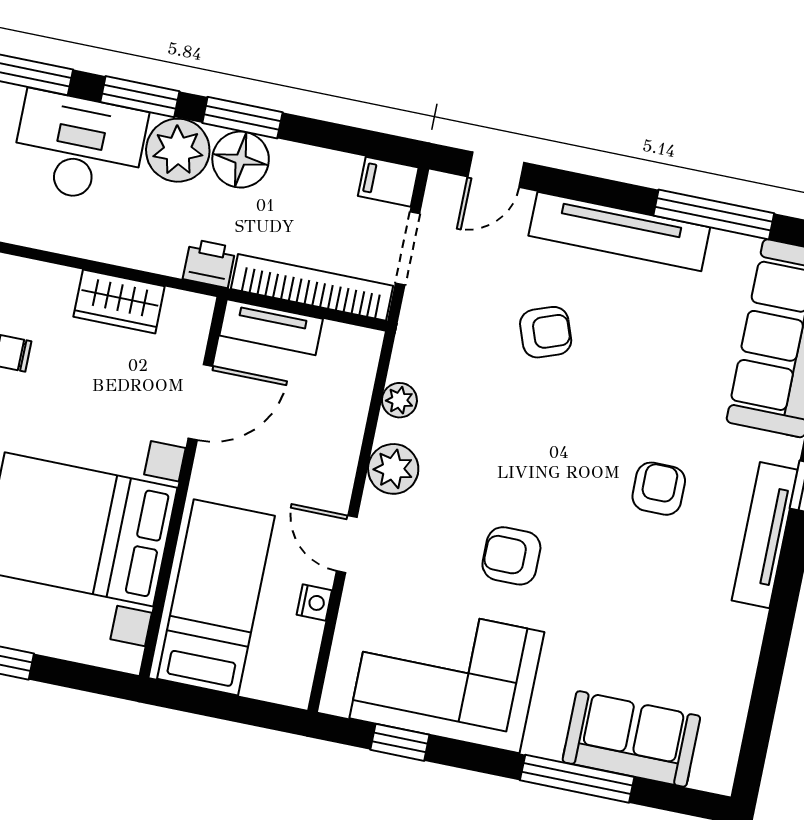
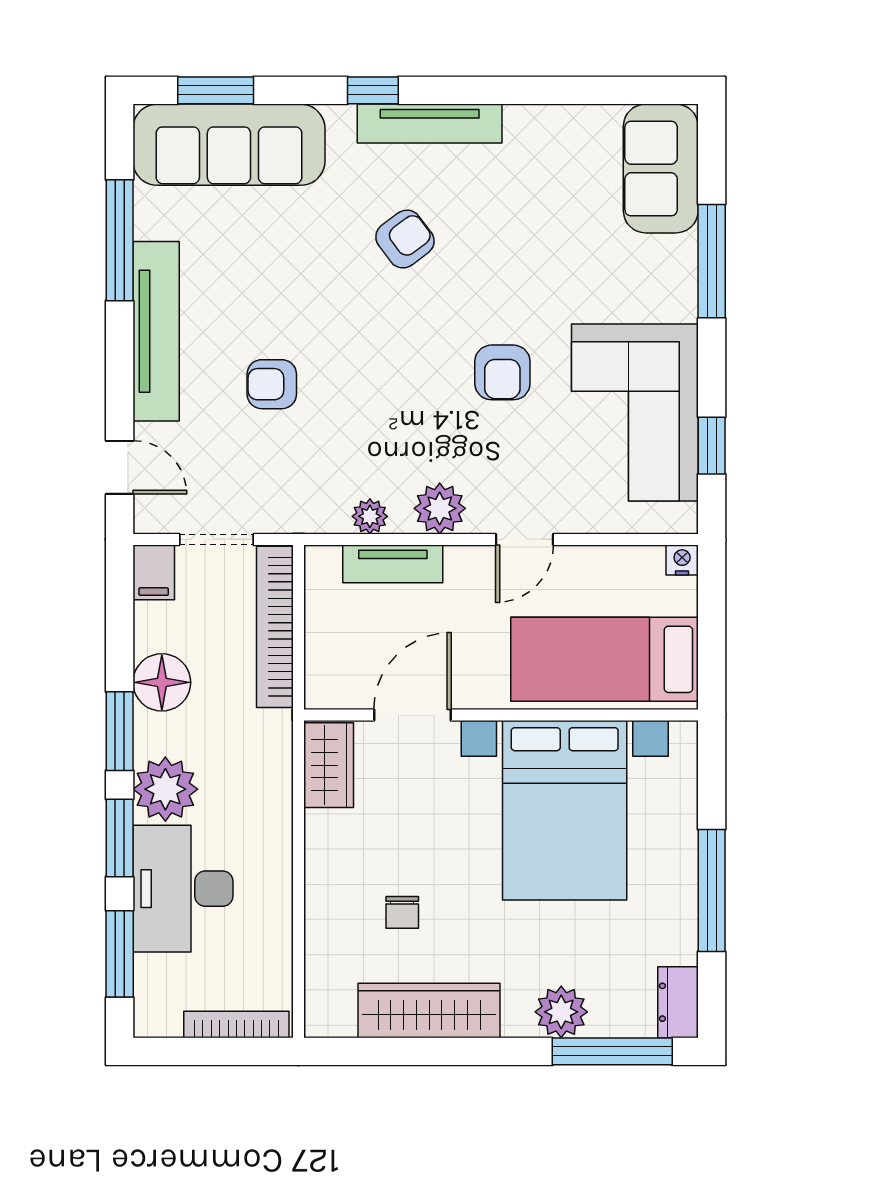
floor lamp: (241, 160) -> (162, 682), moved
printer: (209, 263) -> (272, 735), removed
wardrobe: (119, 302) -> (329, 765), moved
tv unit: (271, 327) -> (393, 564), moved, turned 90
armchair: (546, 332) -> (272, 384), turned -70
door: (200, 402) -> (413, 715), hinge flipped
armchair: (659, 489) -> (405, 239), turned 143
nightstand: (314, 602) -> (682, 560), moved
sofa: (631, 739) -> (661, 168), moved

